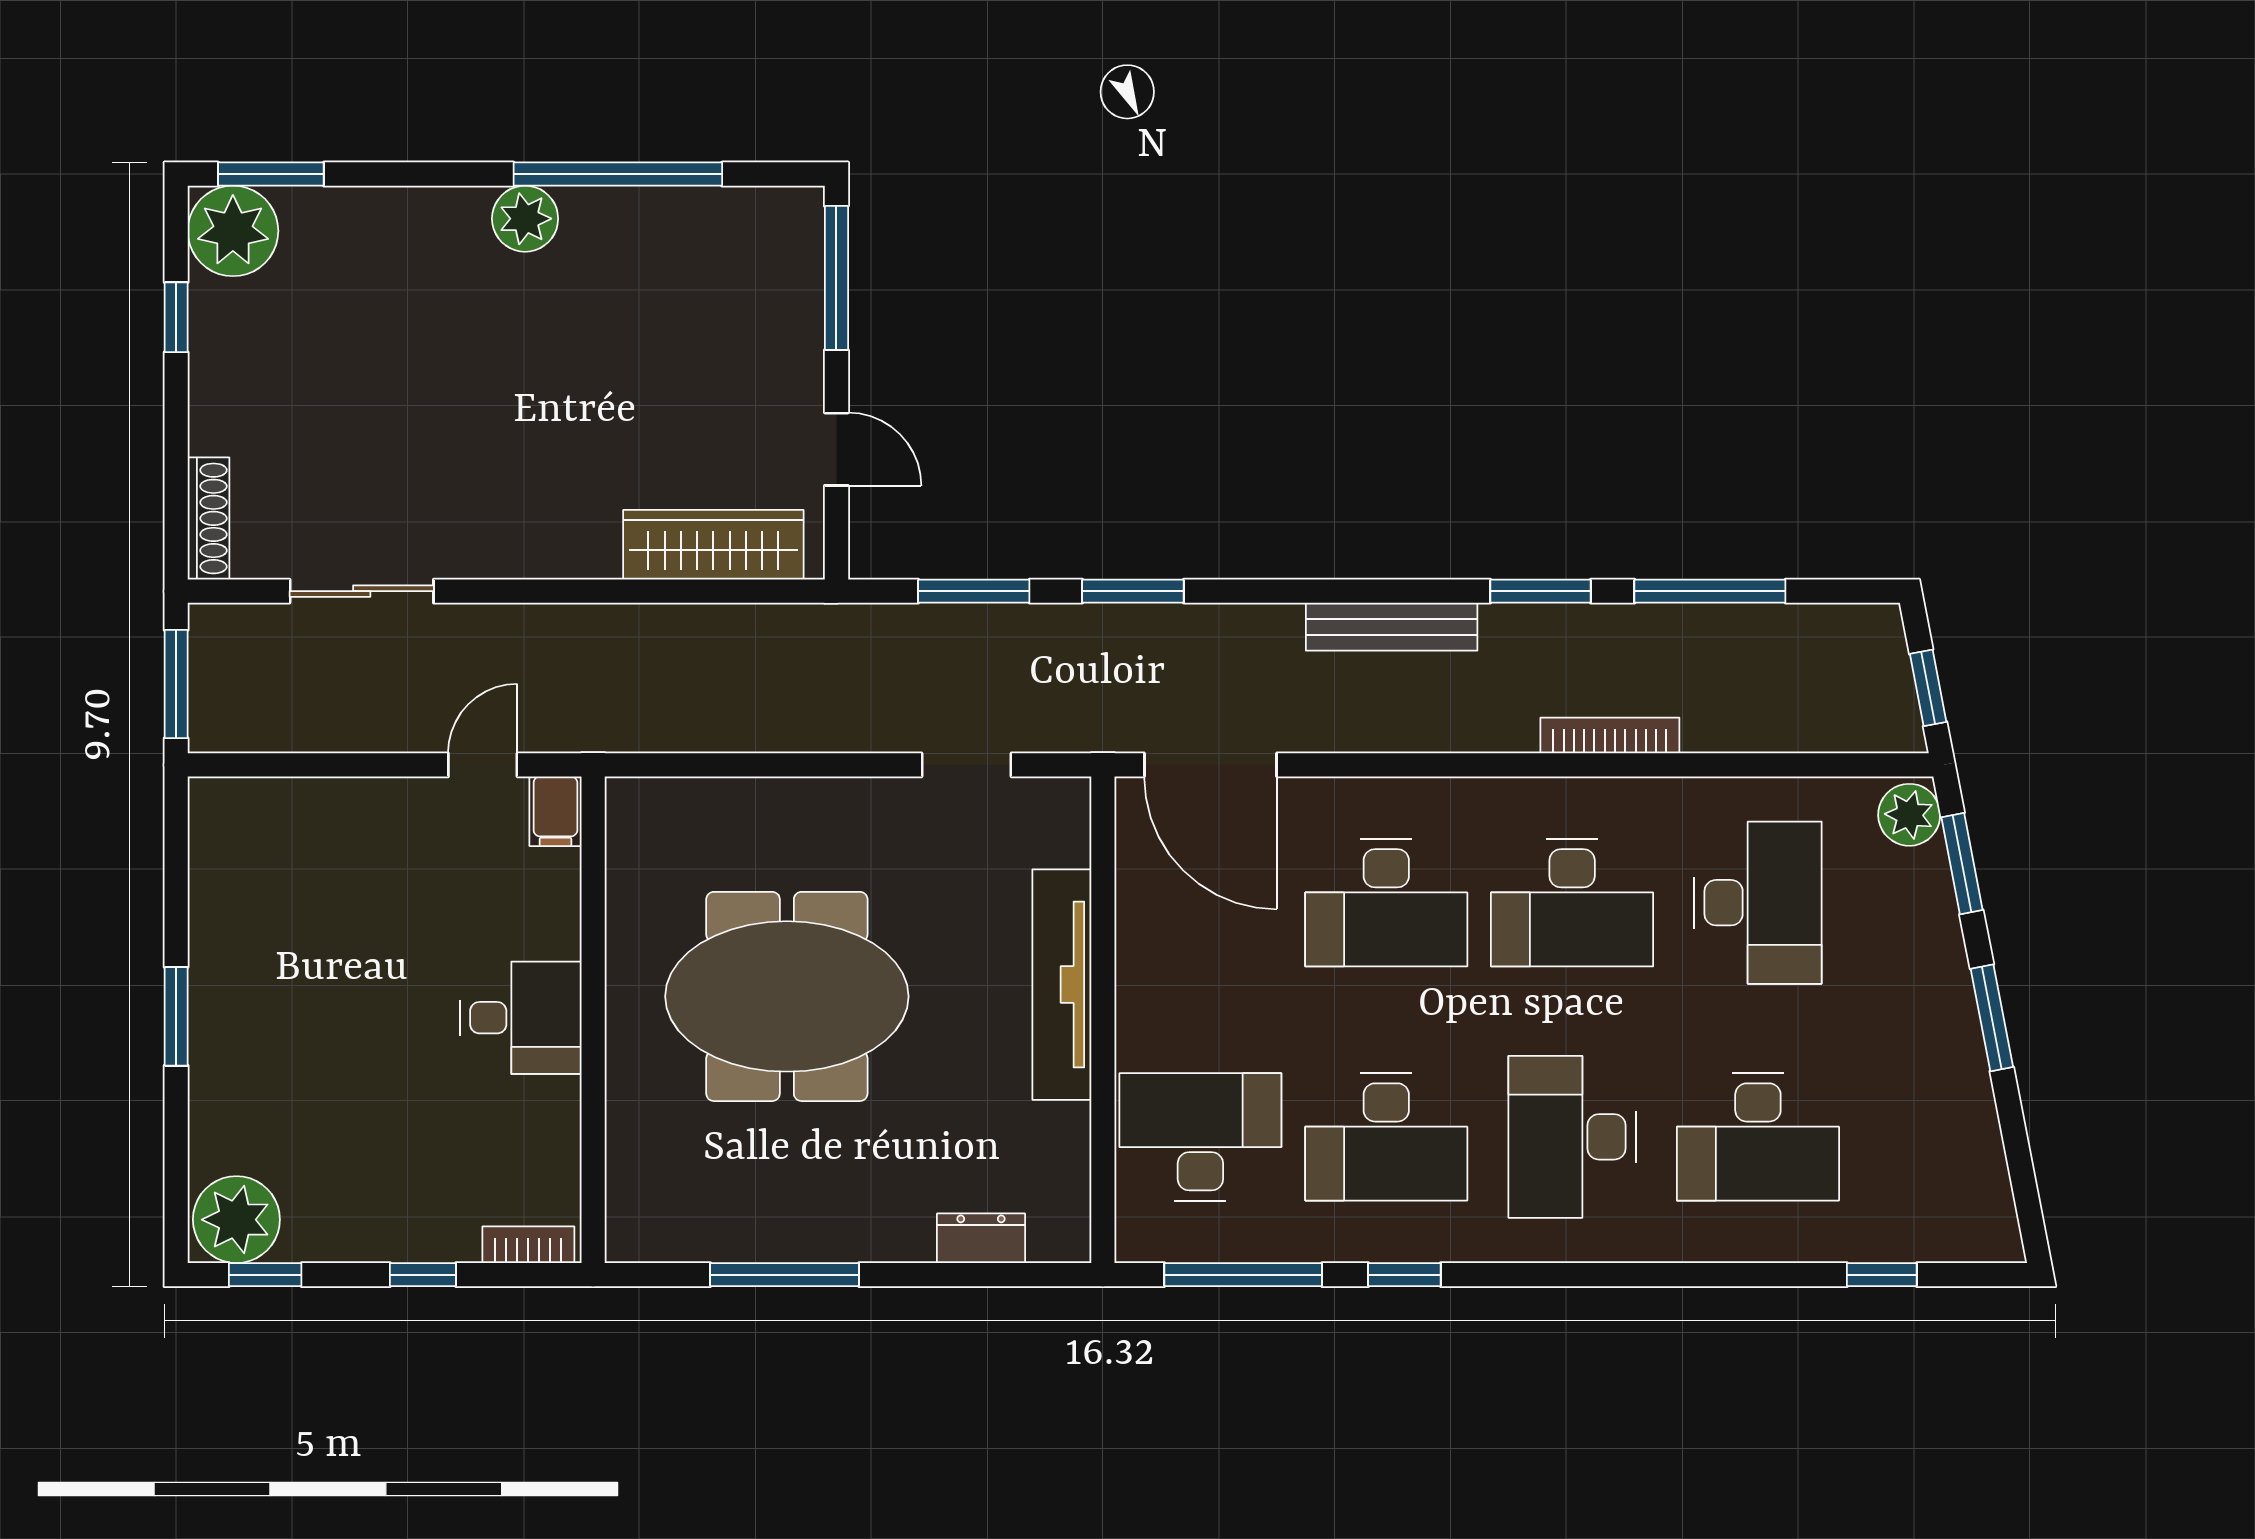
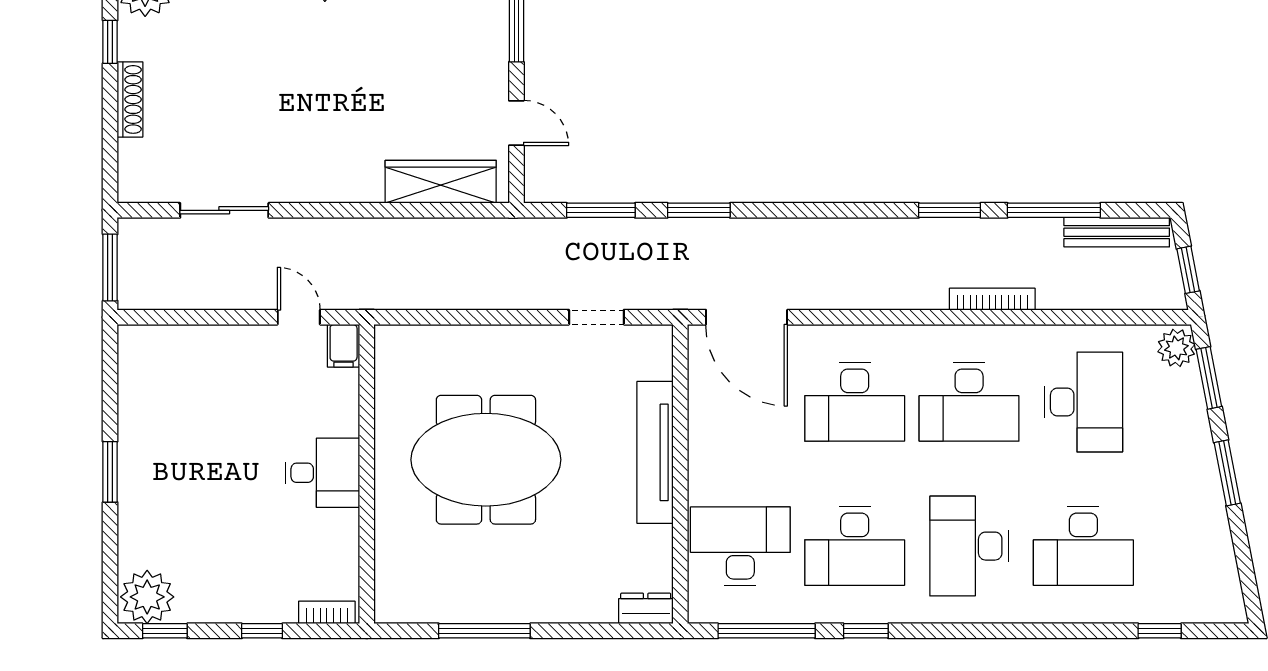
shoe rack: (208, 518) -> (130, 99), moved
bench: (1392, 627) -> (1117, 232), moved
door: (483, 765) -> (299, 317), hinge flipped
dresser: (981, 1238) -> (646, 608), moved

